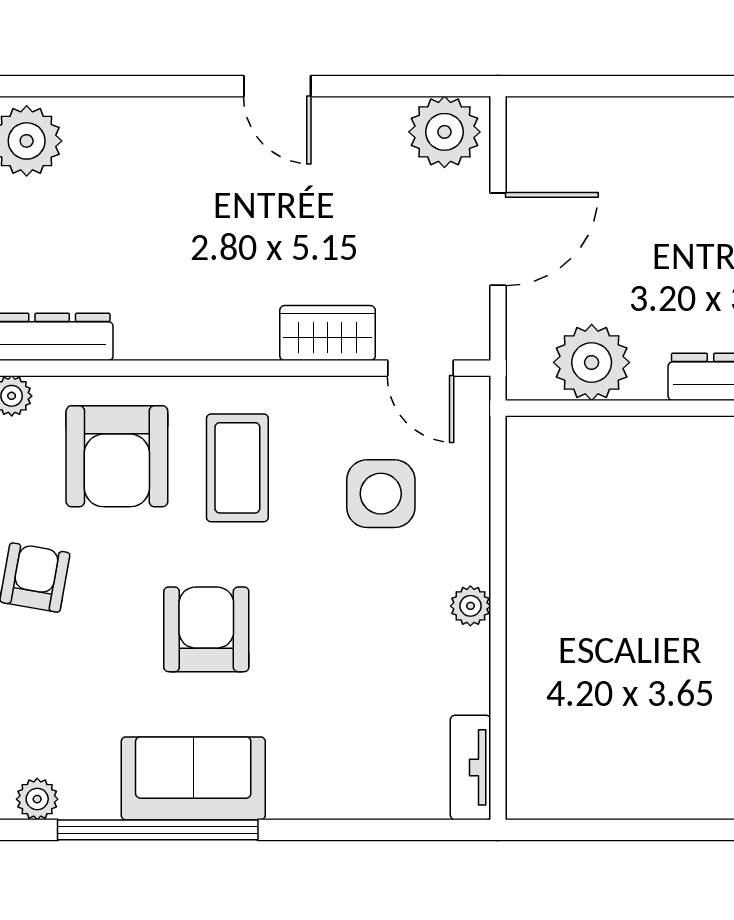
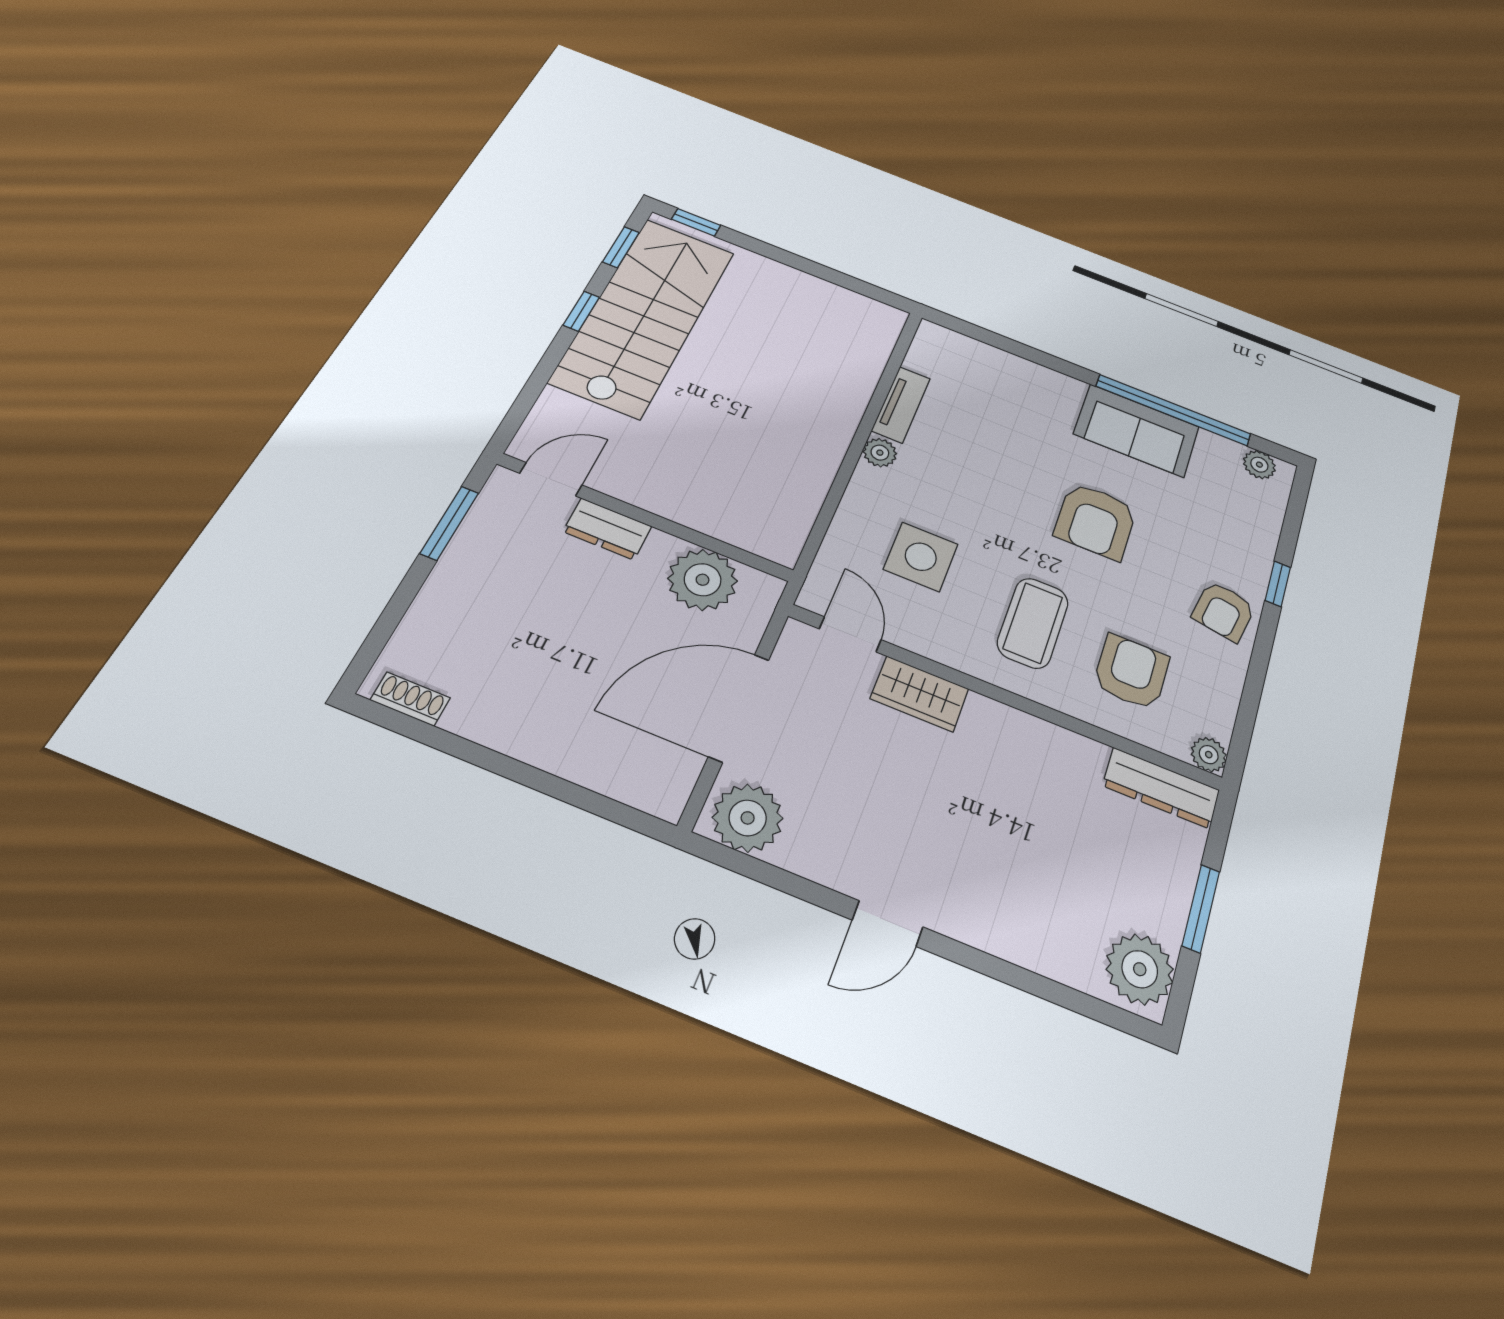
door: (277, 86) -> (888, 924), swing flipped
door: (498, 239) -> (739, 708), width x1.36
armchair: (117, 456) -> (1131, 672), width x0.73, depth x0.73
tv unit: (471, 767) -> (901, 405), moved

